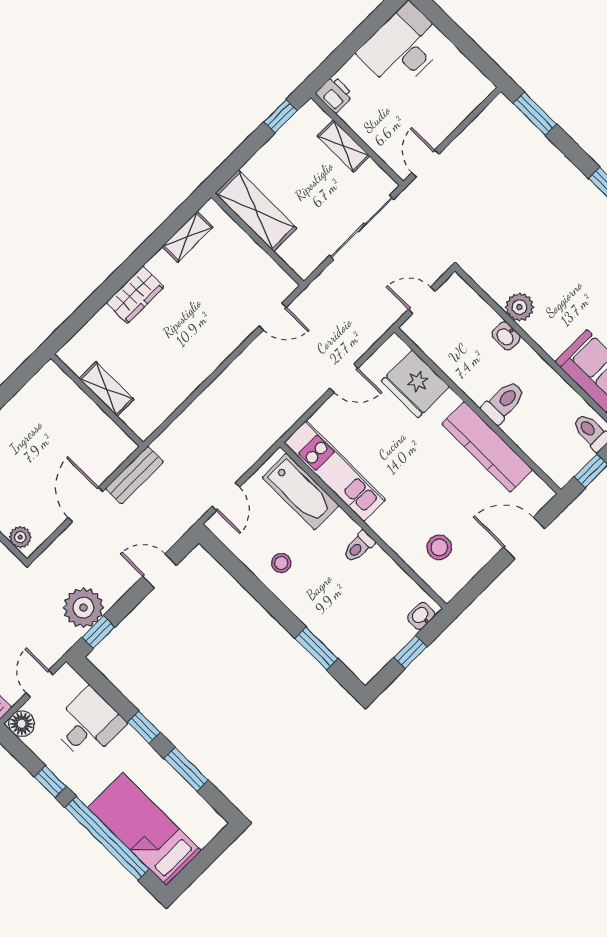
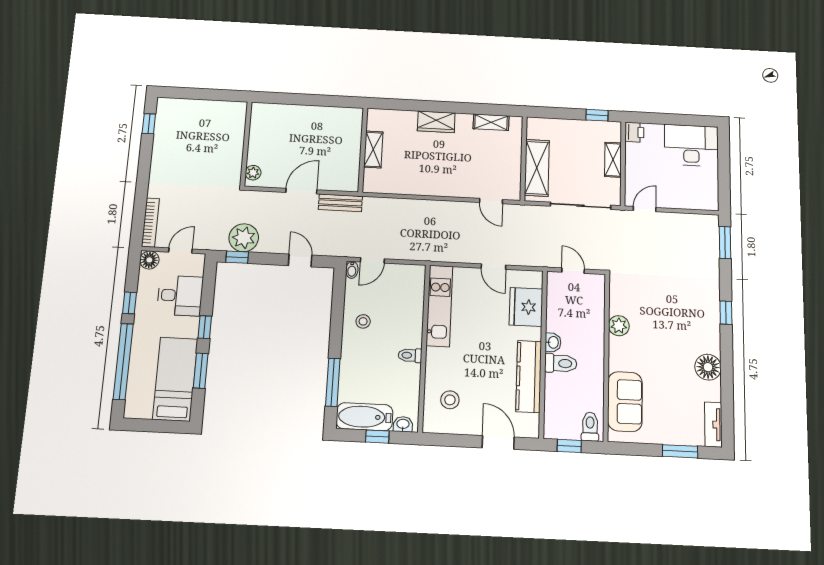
shelving: (256, 211) -> (537, 168), moved
washbasin: (506, 336) -> (553, 342), moved, turned 180
bathtub: (301, 492) -> (364, 417), moved, turned 90
bidet: (217, 527) -> (352, 270), added
window: (316, 648) -> (333, 382), width x1.44
bed: (145, 829) -> (175, 379), moved

